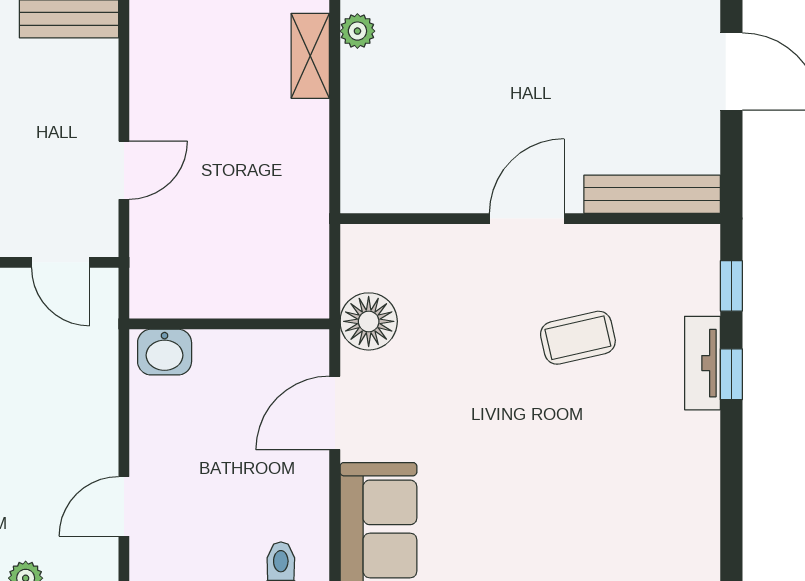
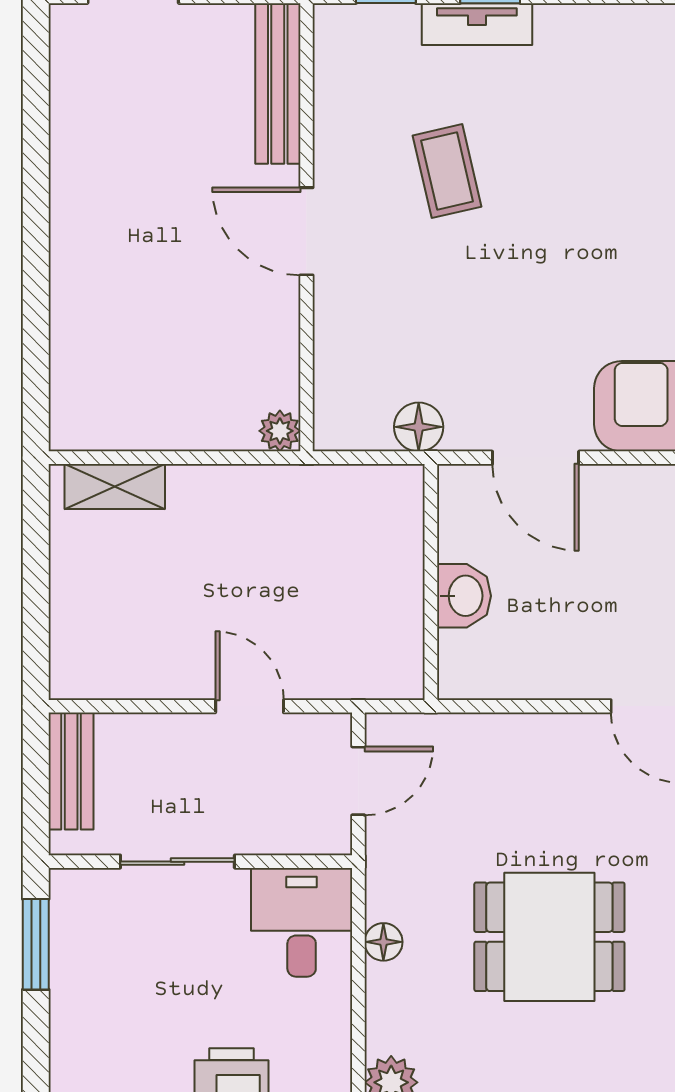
plant: (357, 31) -> (280, 431), moved
floor lamp: (369, 321) -> (419, 427), width x0.73, depth x0.73
washbasin: (165, 352) -> (464, 596), moved

